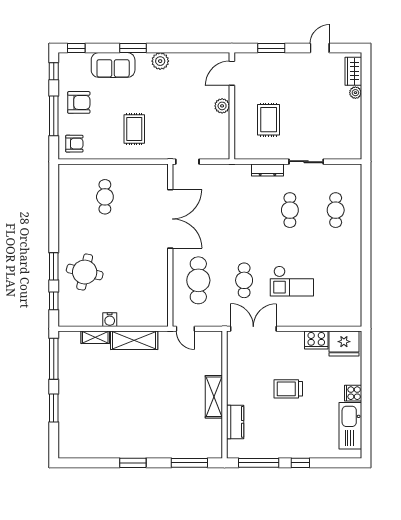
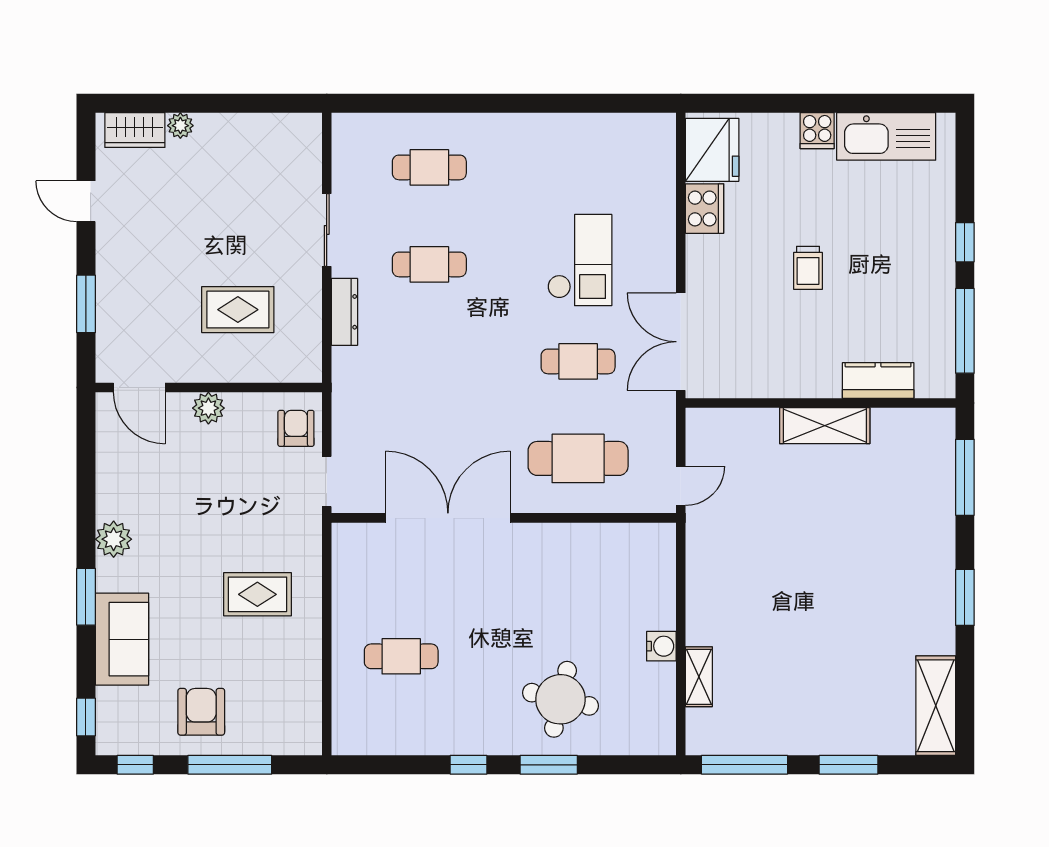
armchair: (74, 144) -> (296, 428), moved
window: (54, 301) -> (469, 765), moved
shelving: (134, 340) -> (936, 706), moved
trolley: (288, 389) -> (808, 268), width x0.73, depth x0.72

